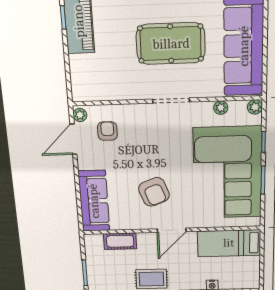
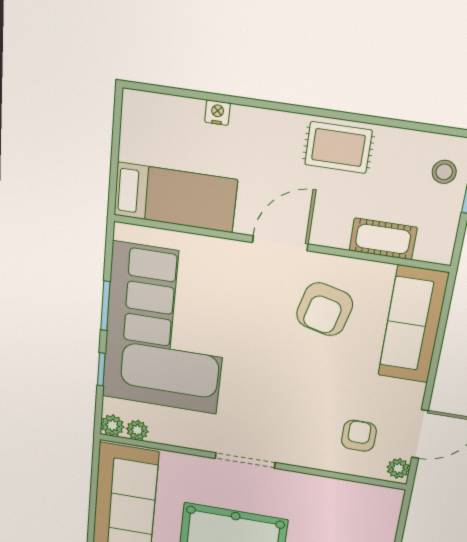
plant: (221, 108) -> (137, 430), moved
armchair: (107, 131) -> (359, 436), turned 180
armchair: (154, 192) -> (325, 309), moved, turned -145
stool: (99, 276) -> (444, 172), added

